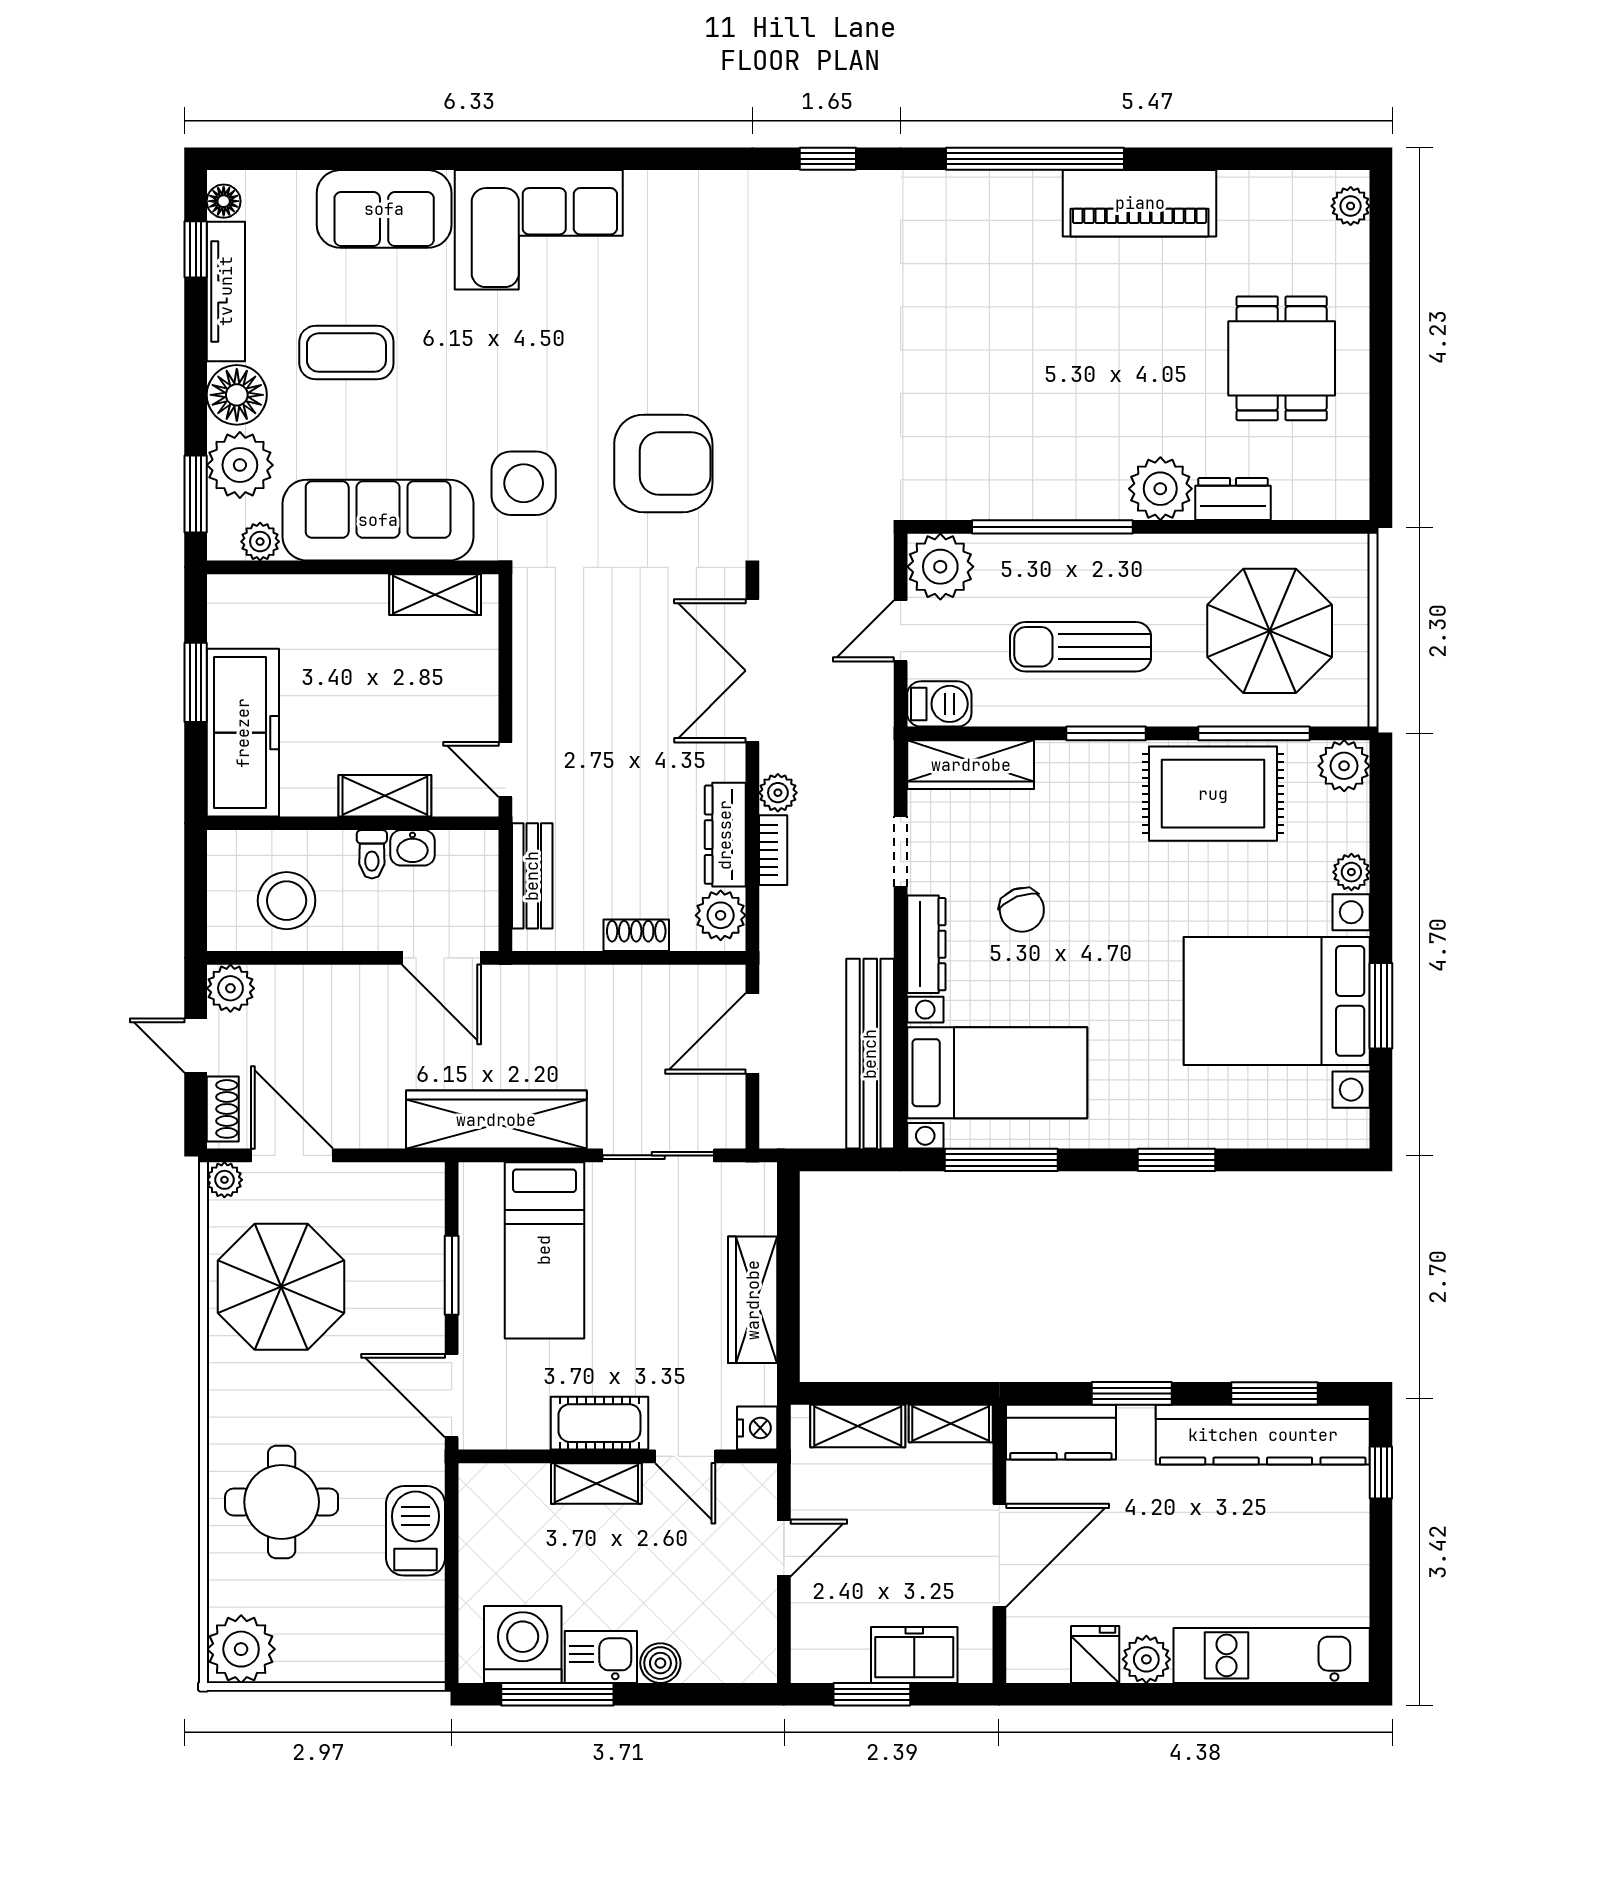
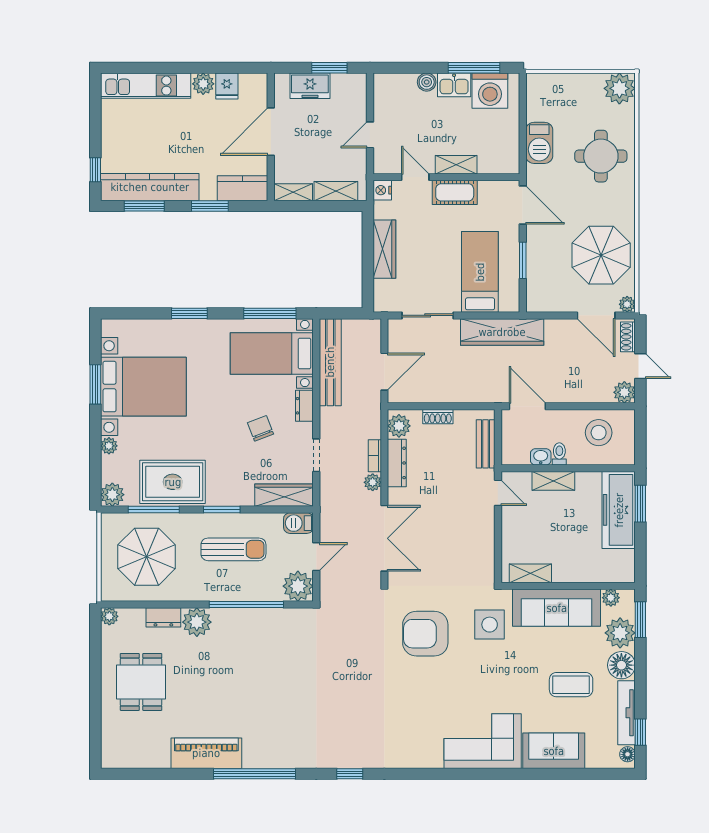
plant: (1351, 206) -> (109, 616), moved
window: (196, 682) -> (640, 504), moved
dresser: (926, 944) -> (304, 406), width x0.70

